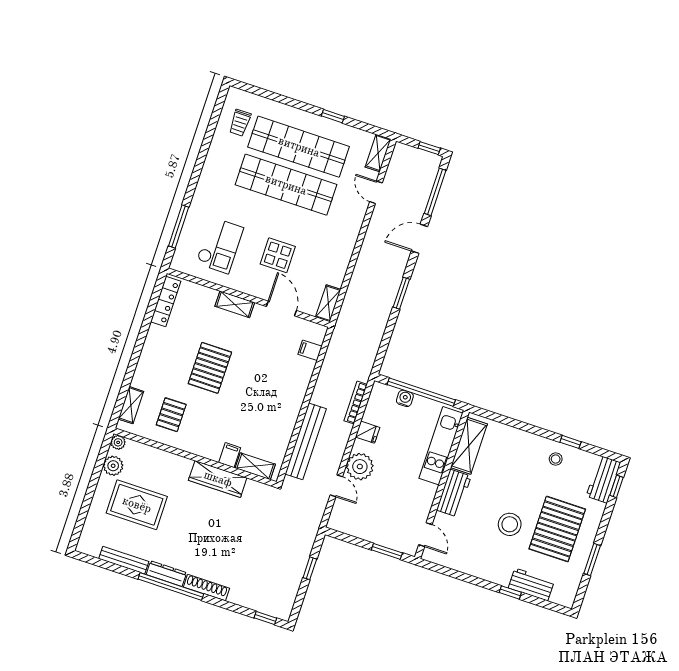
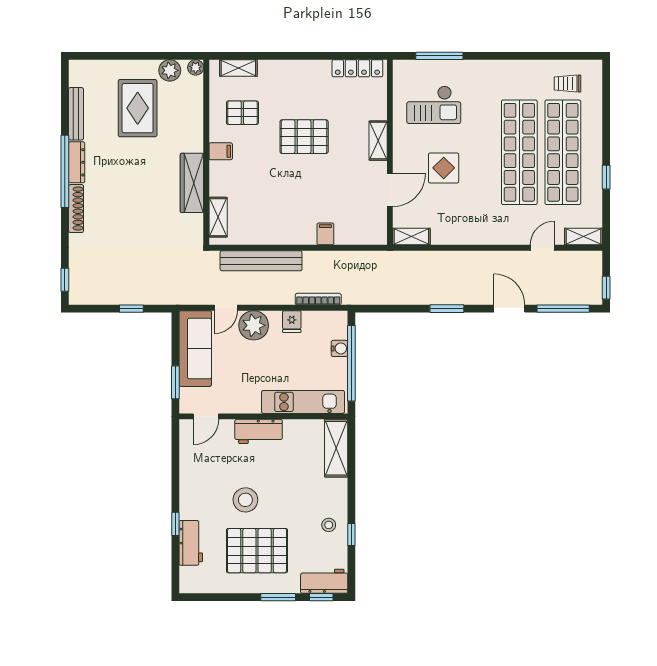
filing cabinet: (310, 350) -> (325, 234), moved
shelving: (469, 446) -> (336, 448), moved, turned 90
filing cabinet: (230, 455) -> (221, 151), moved
sofa: (363, 524) -> (195, 349), added
window: (592, 560) -> (278, 597), moved

